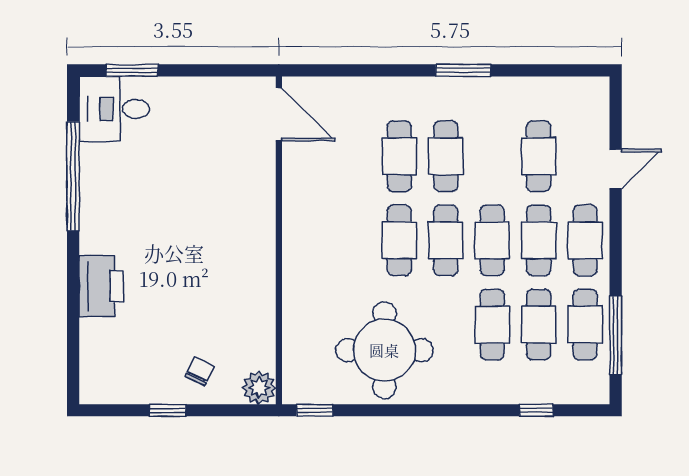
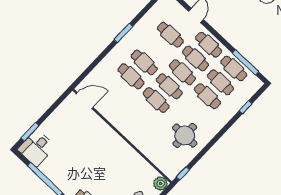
round table: (384, 350) -> (185, 136), width x0.73, depth x0.73

